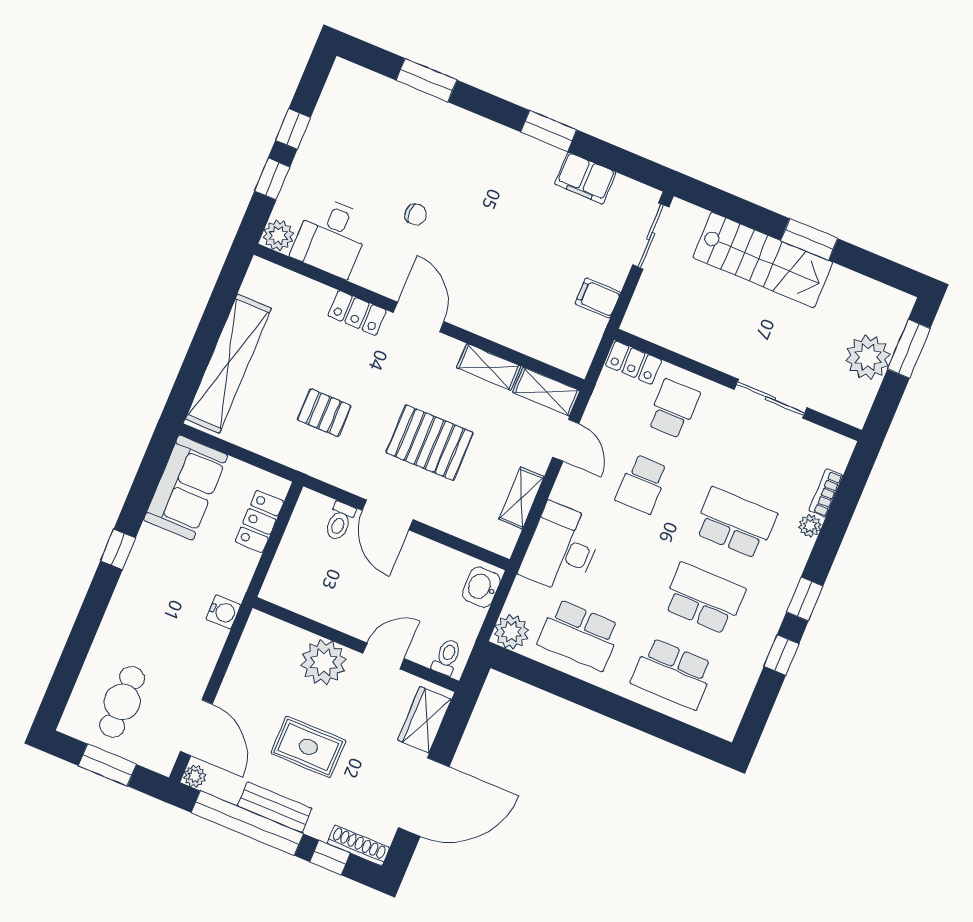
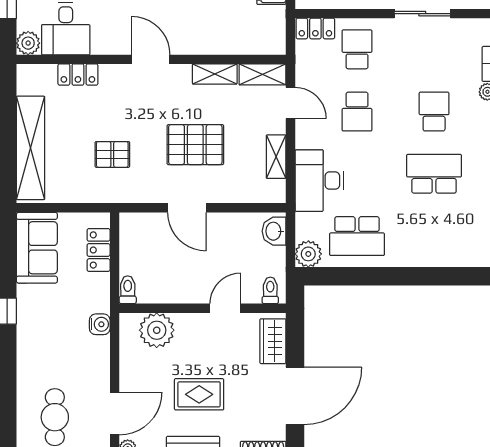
locker: (357, 313) -> (78, 75), moved
toilet: (340, 521) -> (128, 290), moved, turned 180
school desk: (735, 523) -> (434, 112), width x0.54
plant: (324, 662) -> (157, 330), moved
school desk: (673, 674) -> (434, 236), removed
door: (196, 728) -> (115, 414), hinge flipped

